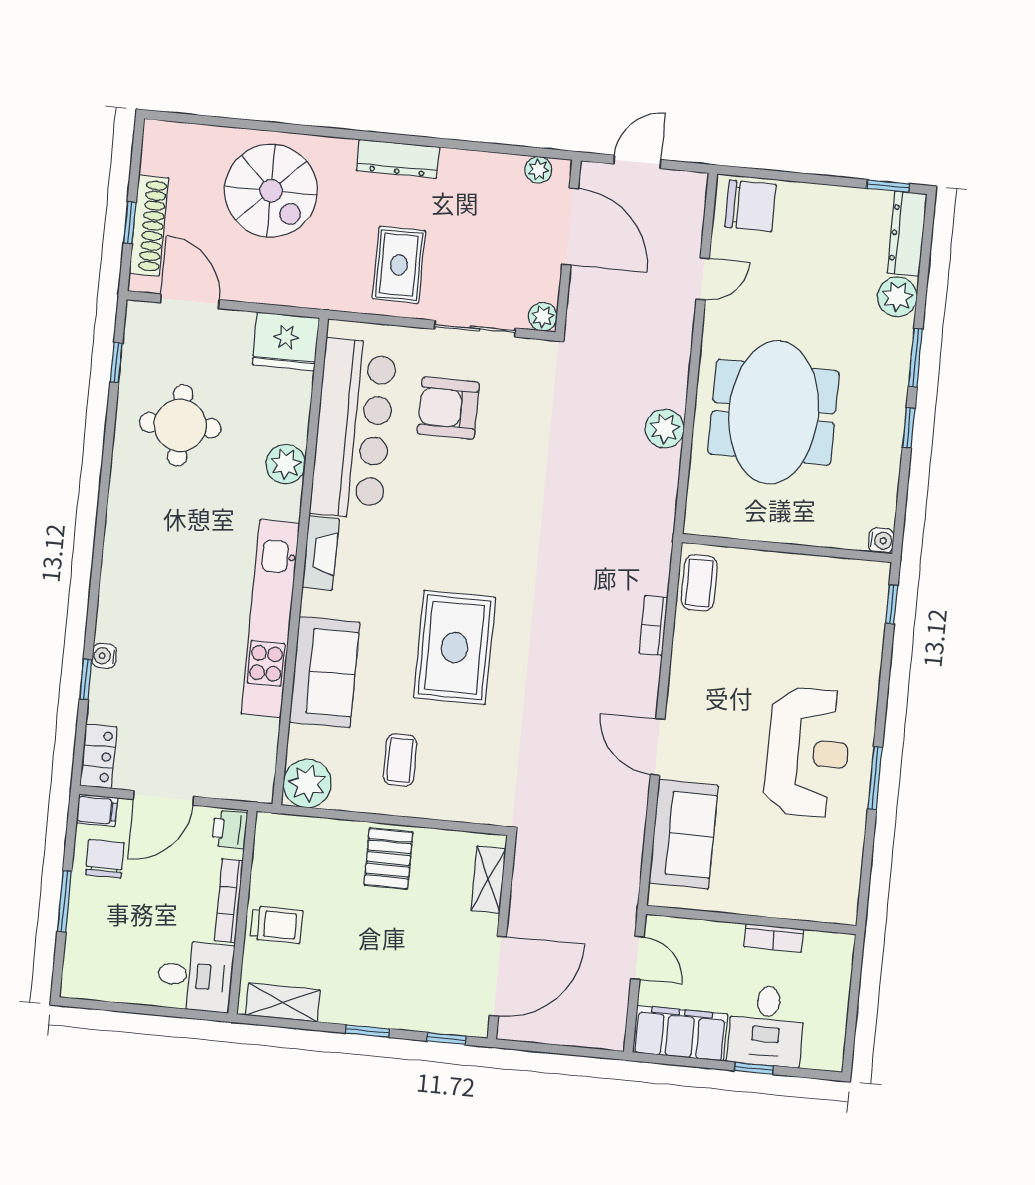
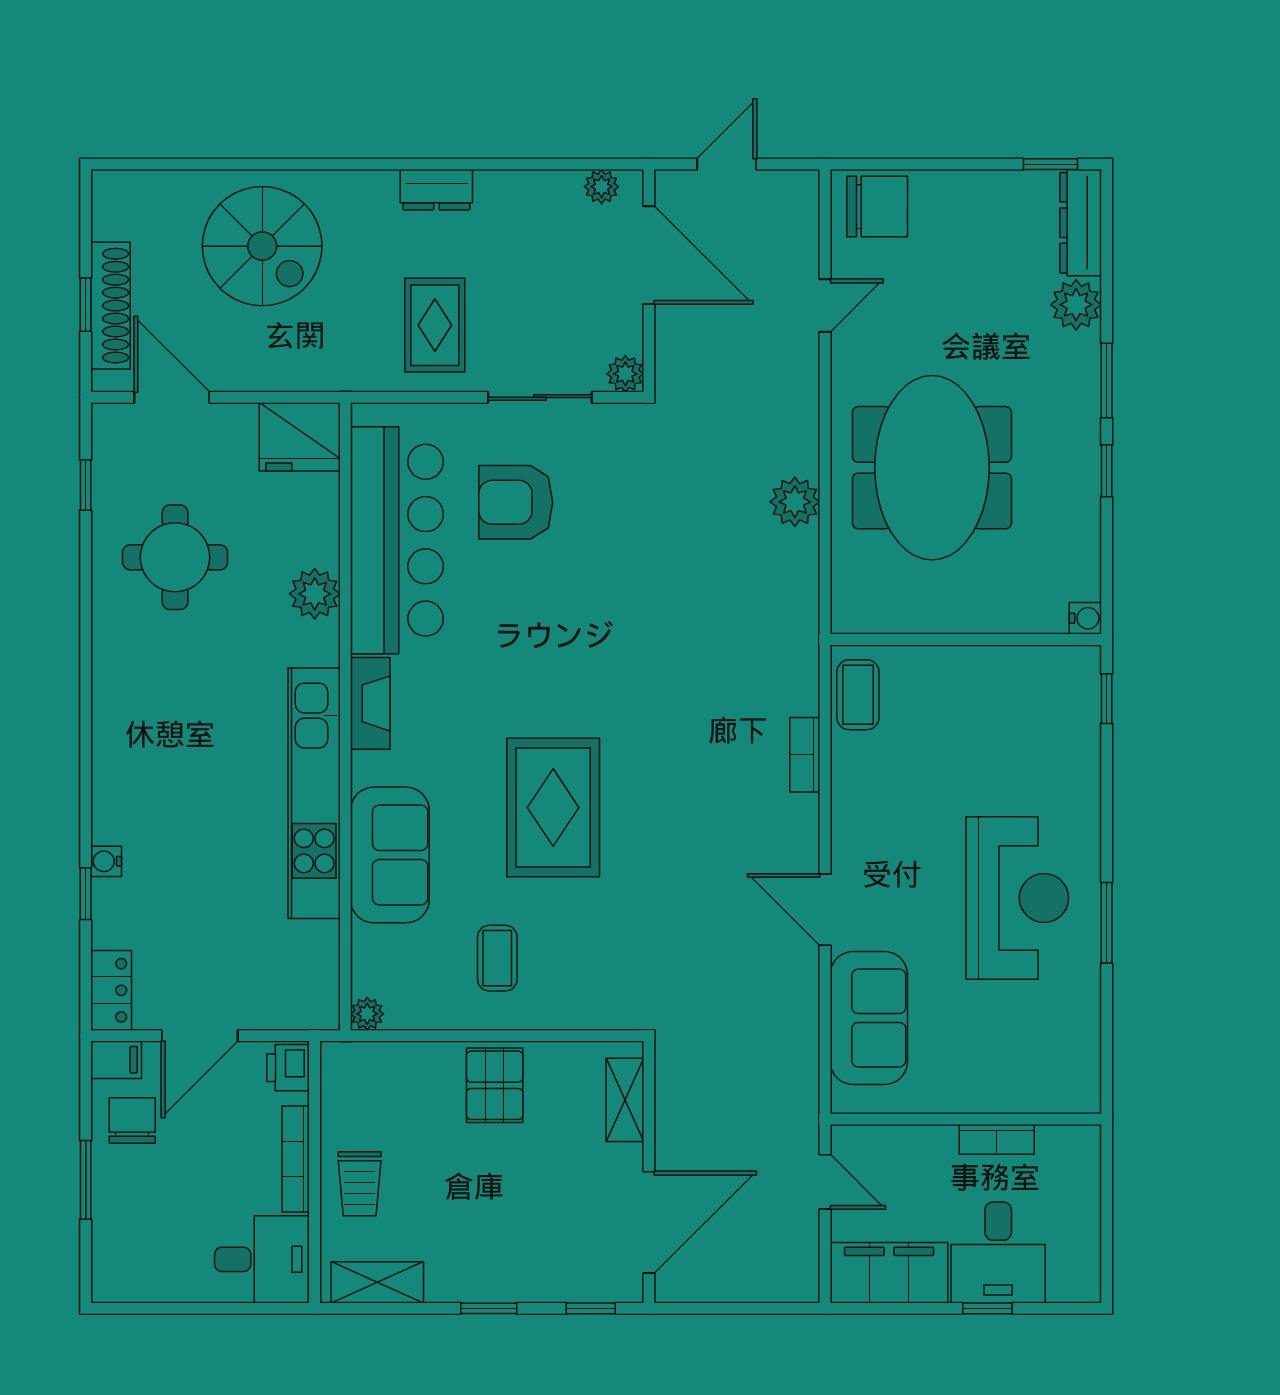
dresser: (398, 159) -> (436, 190), width x0.70
plant: (307, 783) -> (367, 1014), width x0.53, depth x0.53
trolley: (276, 925) -> (360, 1184), turned 90

